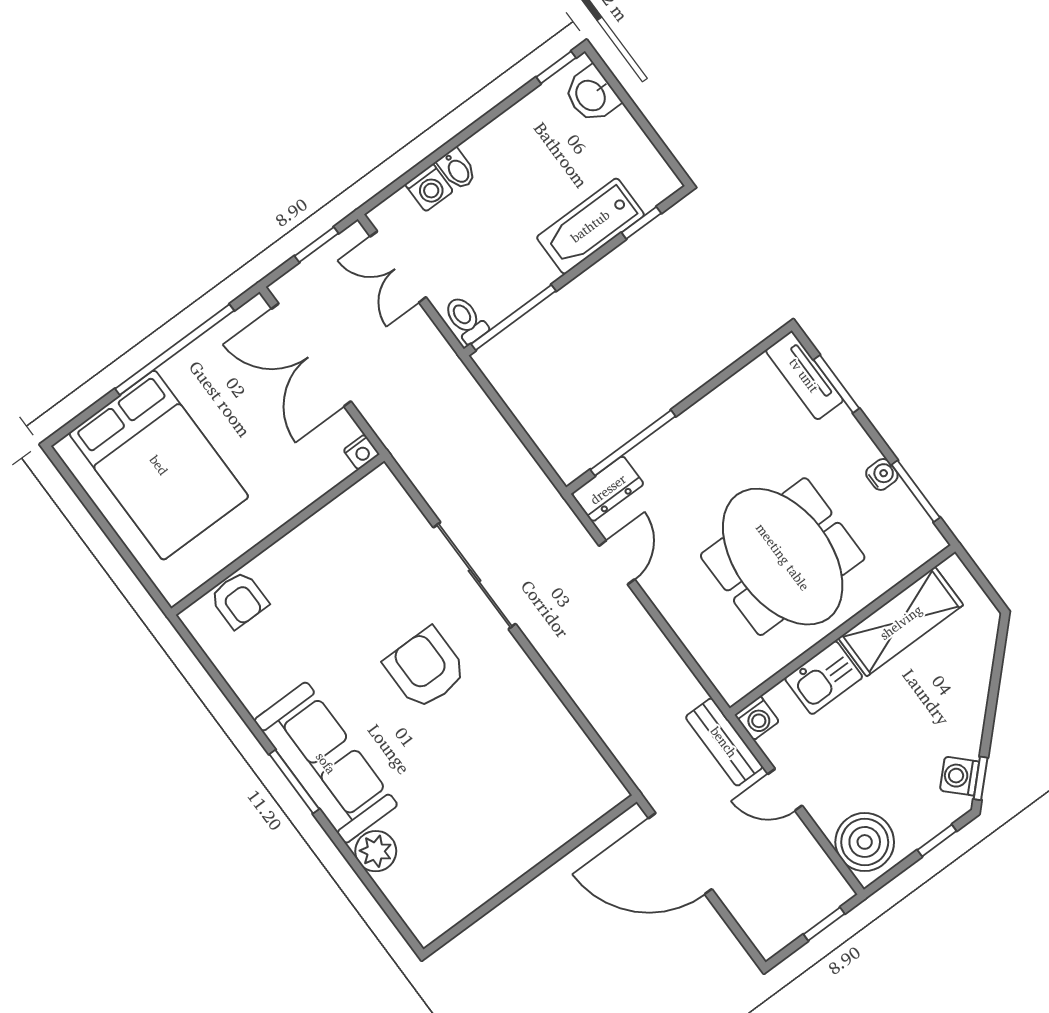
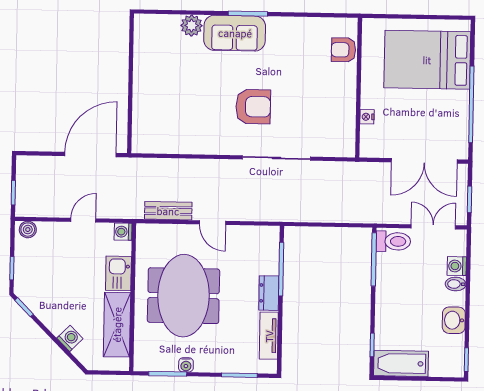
washbasin: (591, 95) -> (454, 320), moved, turned -90
bathtub: (590, 226) -> (401, 363), moved, turned -90
toilet: (466, 319) -> (393, 241), width x1.37, depth x1.39
double door: (311, 355) -> (424, 161), swing flipped
tv unit: (804, 375) -> (269, 336), moved, turned -90
nightstand: (361, 452) -> (367, 117), moved
dresser: (608, 489) -> (269, 293), moved
meeting table: (783, 557) -> (183, 296), turned 90
door: (617, 563) -> (213, 223), moved
bench: (724, 742) -> (168, 211), moved
sofa: (326, 763) -> (235, 33), width x0.73
washing machine: (959, 776) -> (70, 338), moved
boiler: (865, 842) -> (28, 230), width x0.54, depth x0.54

